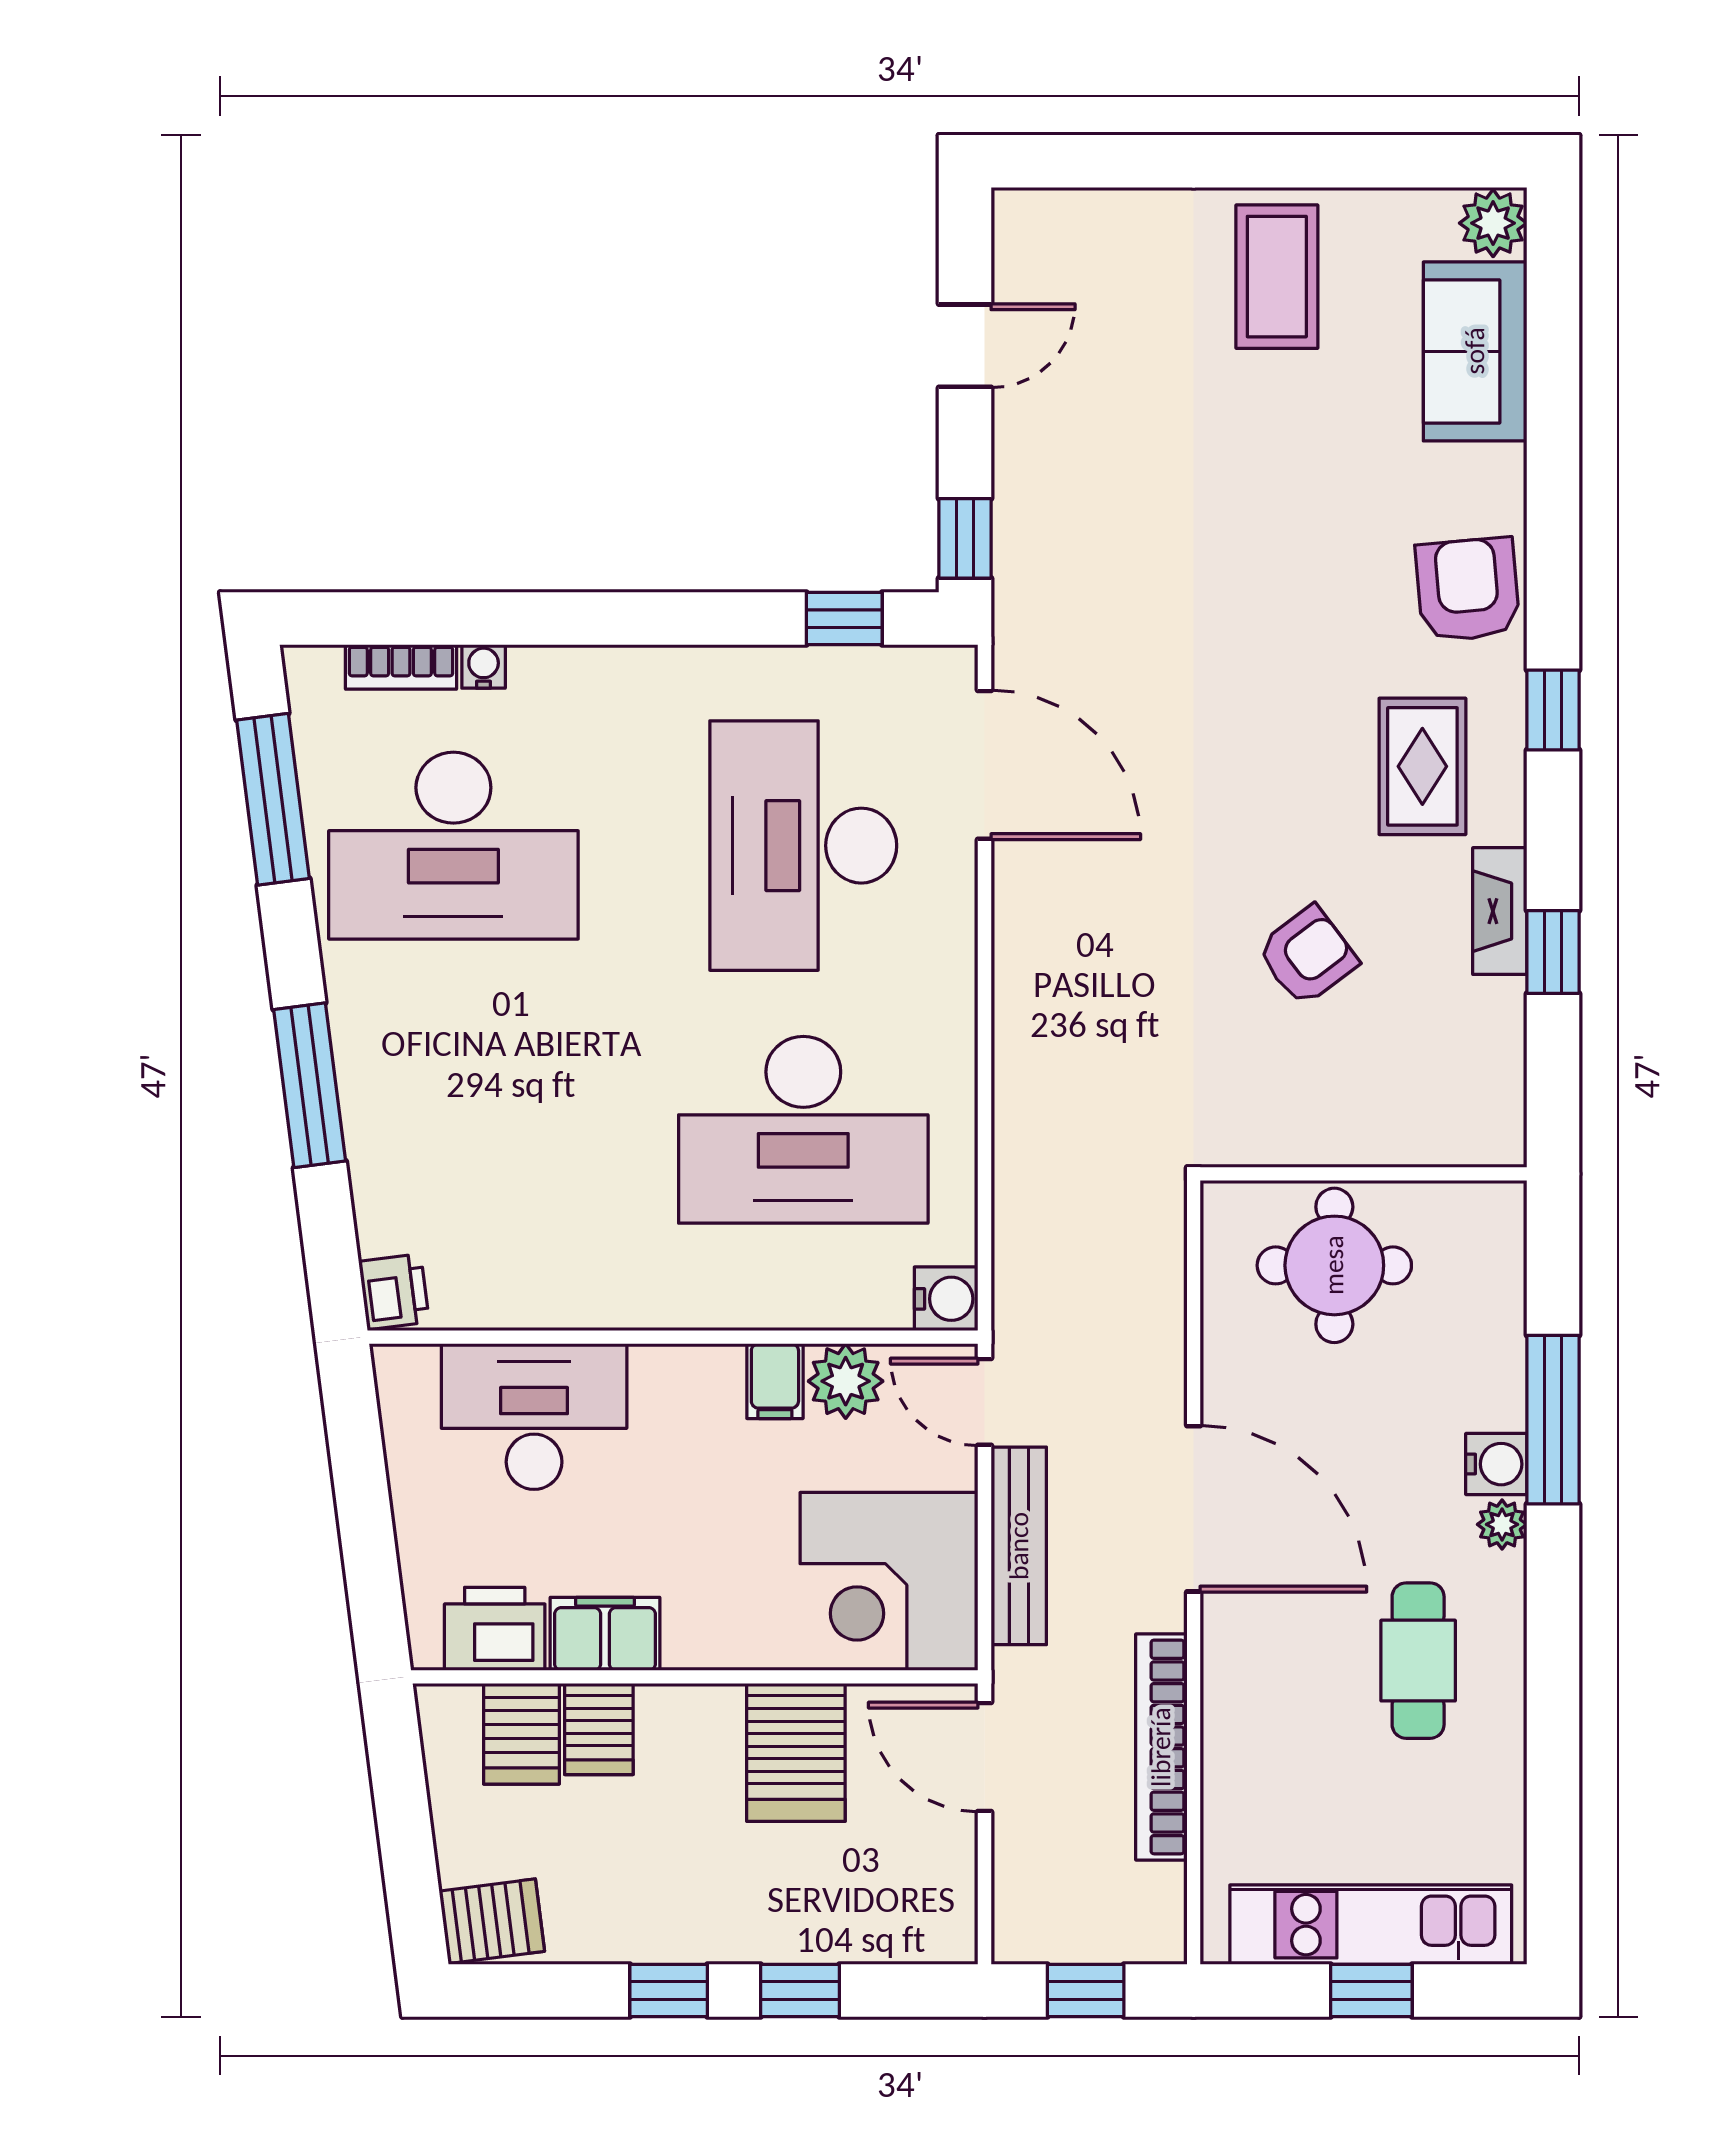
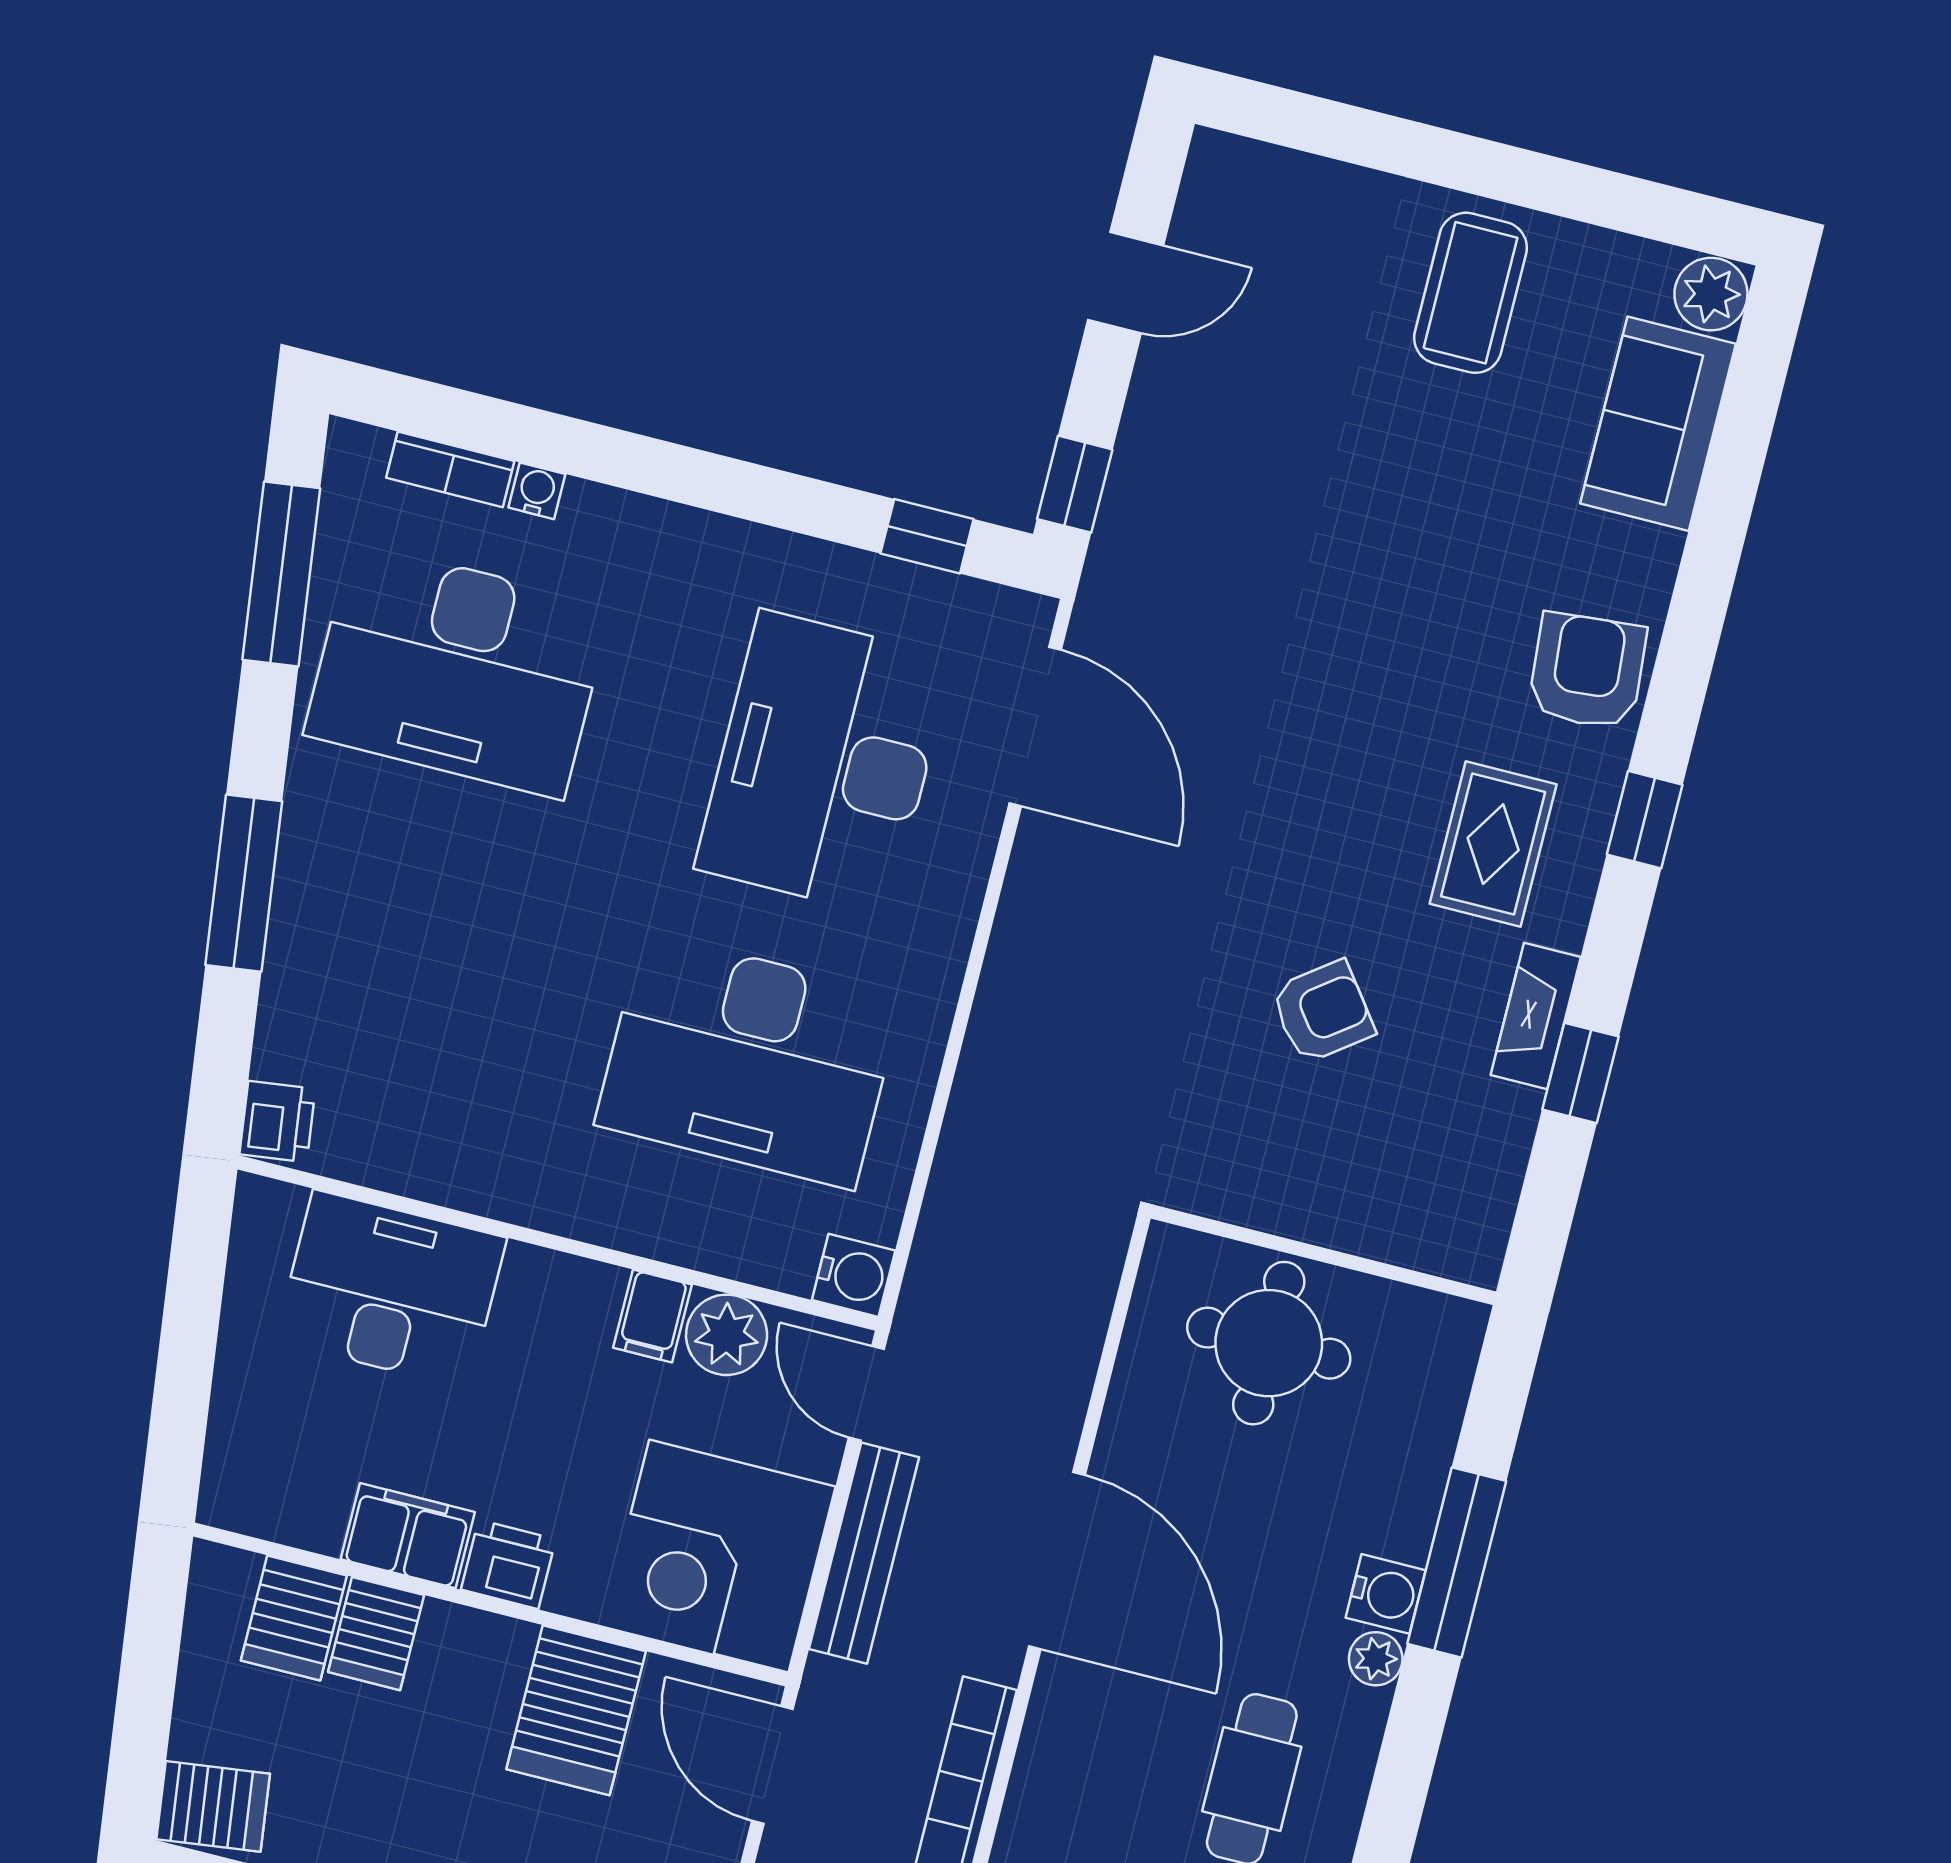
printer: (495, 1629) -> (508, 1564), moved, width x0.73, depth x0.81

